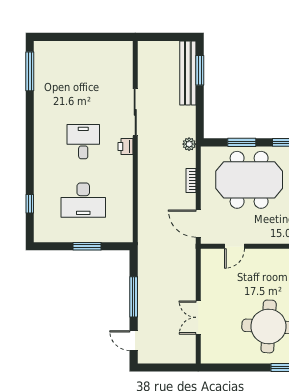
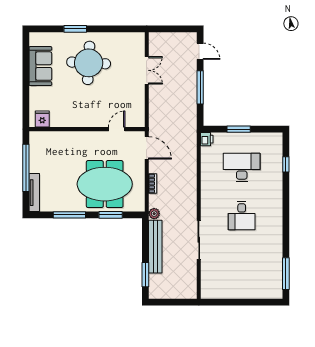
bench: (188, 73) -> (155, 247), moved
printer: (125, 147) -> (207, 139), moved

